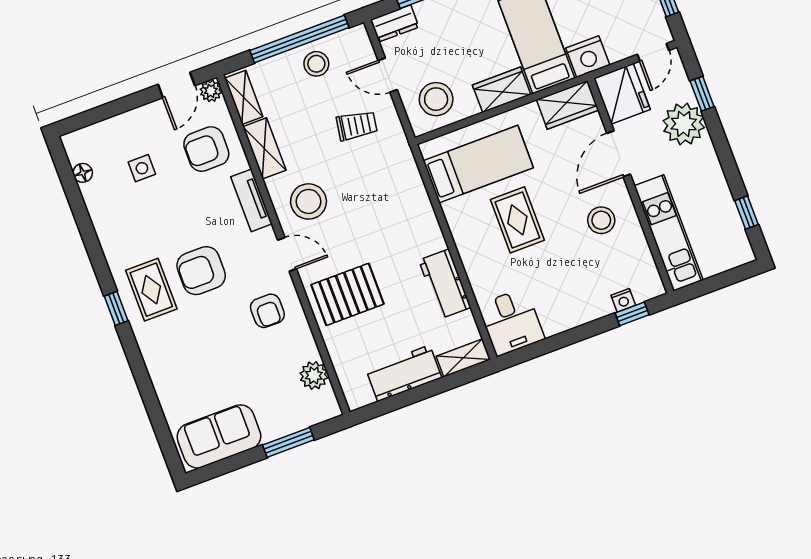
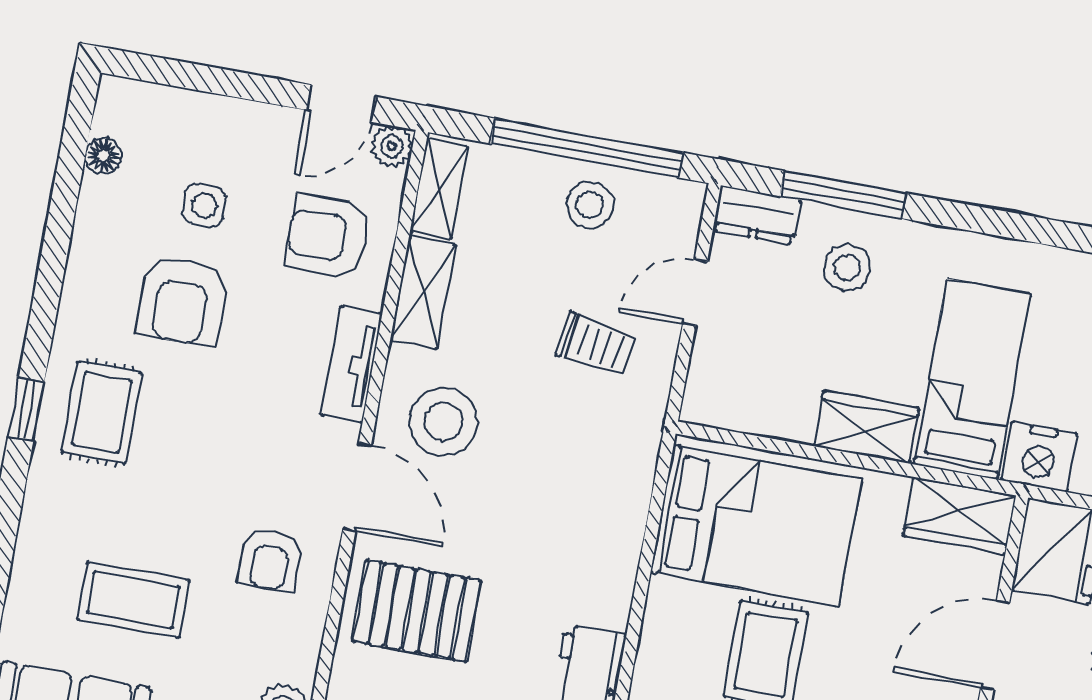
door: (388, 75) -> (695, 292), hinge flipped
stool: (436, 99) -> (847, 268), moved, width x0.73, depth x0.73
bed: (478, 164) -> (756, 526), width x1.50
door: (287, 254) -> (357, 487), width x1.38
armchair: (201, 271) -> (182, 301), moved, turned -90
coffee table: (216, 366) -> (133, 600), added

